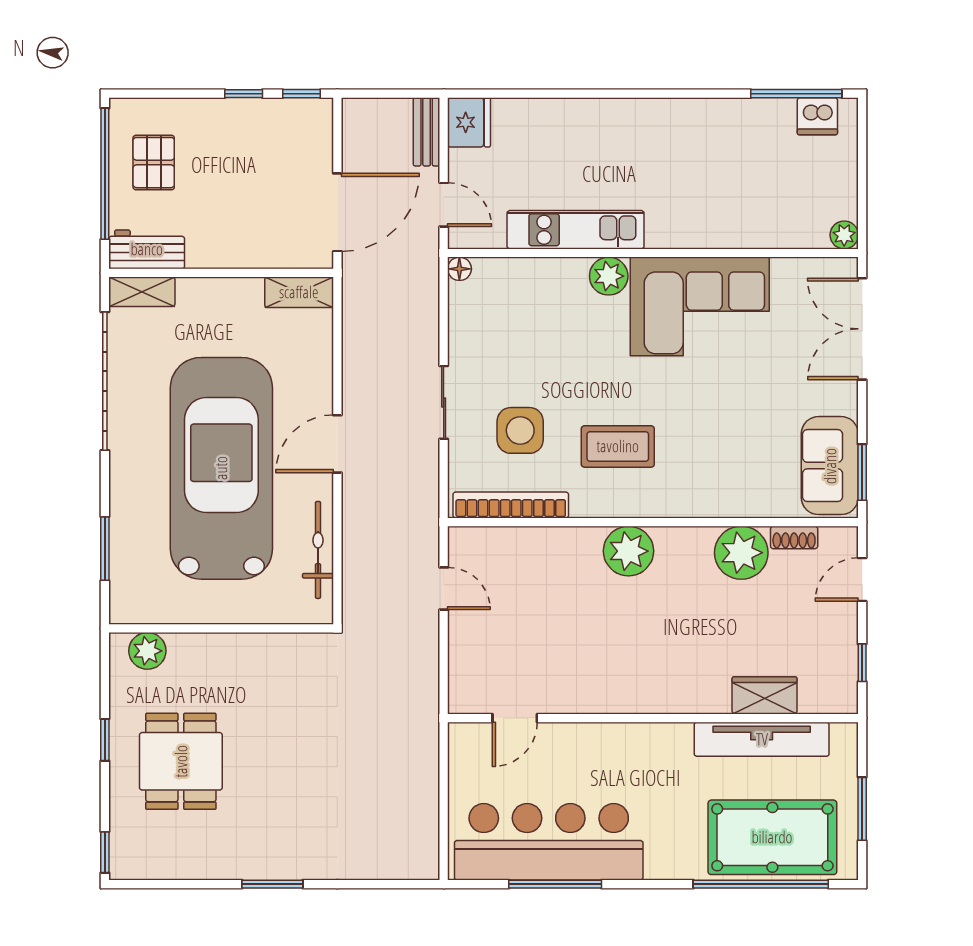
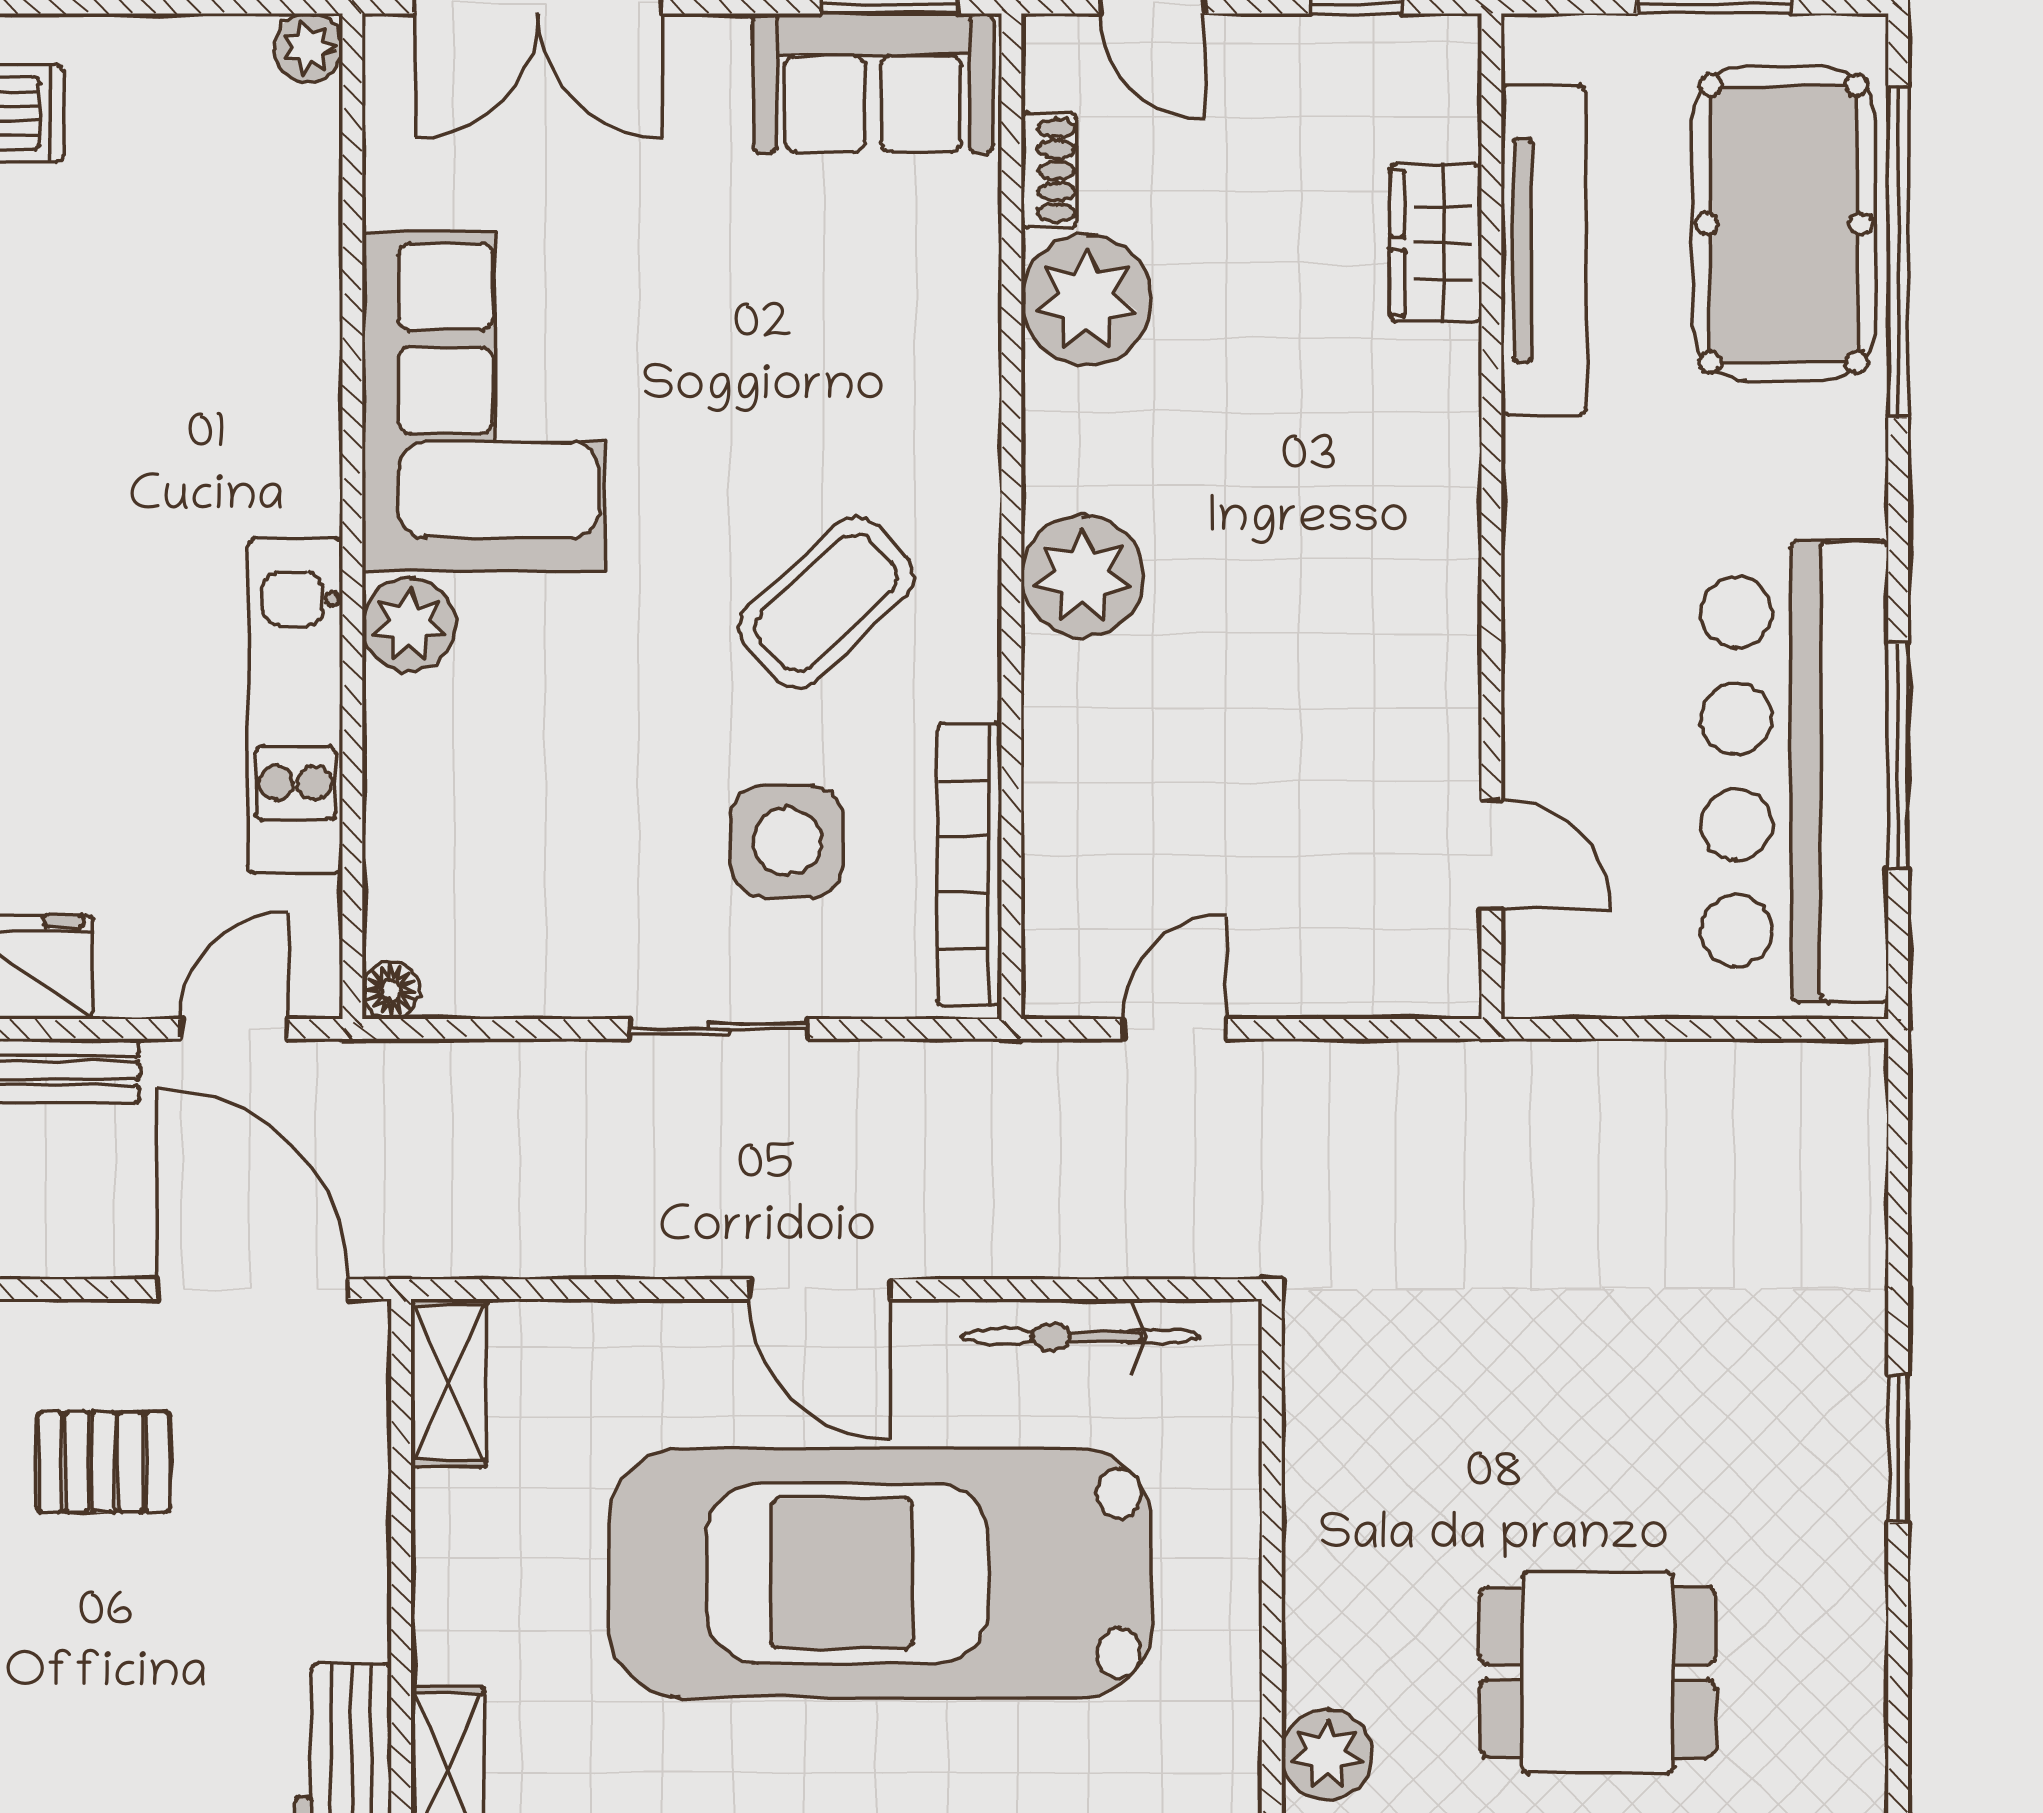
pallet: (154, 163) -> (104, 1462), moved
coffee table: (618, 446) -> (826, 602), turned 47

